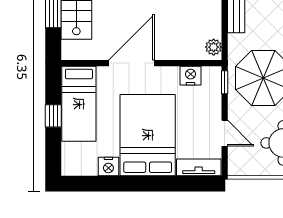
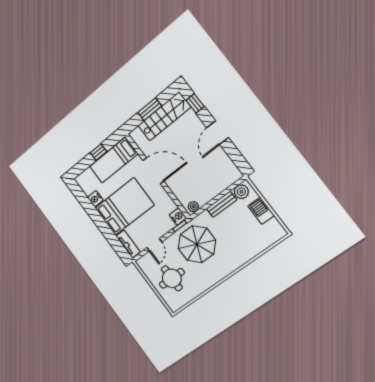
nightstand: (191, 76) -> (178, 217), moved

